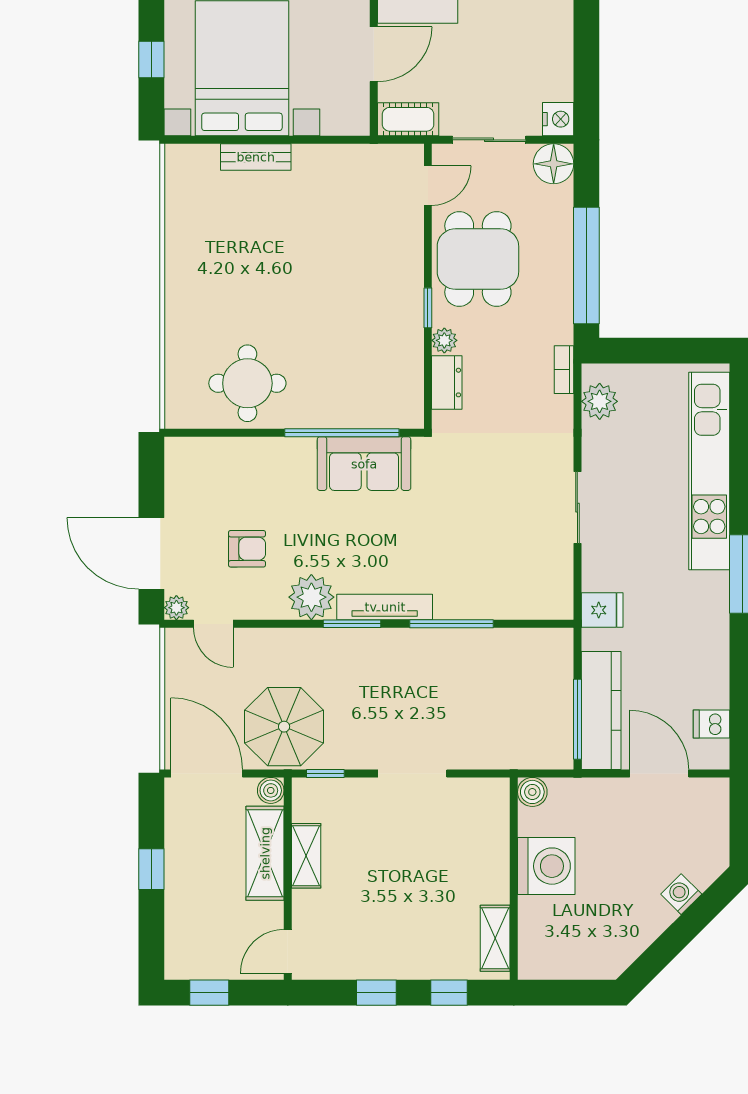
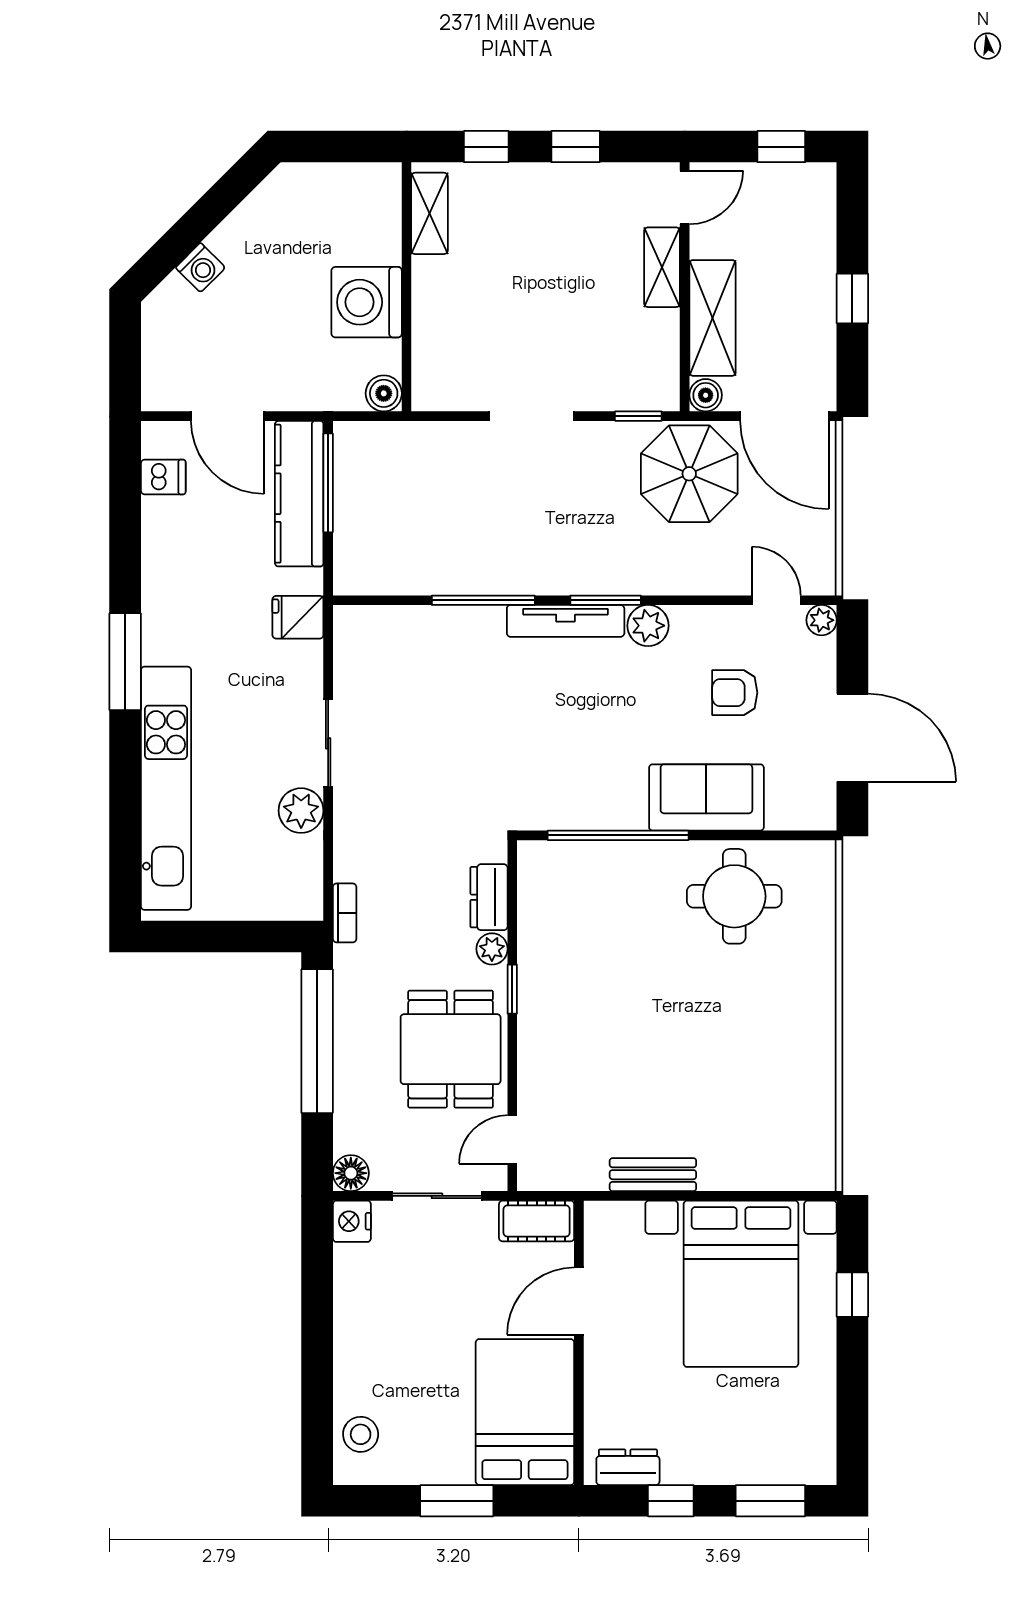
bench: (256, 157) -> (653, 1175), moved
floor lamp: (554, 164) -> (351, 1173), width x0.73, depth x0.73
plant: (600, 401) -> (301, 811), moved
sofa: (364, 464) -> (706, 797), moved
door: (151, 553) -> (852, 738), moved
plant: (311, 597) -> (648, 626), width x0.73, depth x0.73
shelving: (306, 856) -> (662, 267), moved

